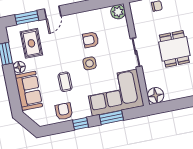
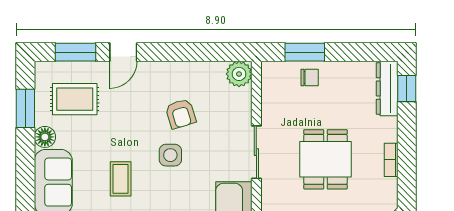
armchair: (91, 40) -> (181, 114), turned -107
rug: (31, 43) -> (75, 99), turned 90

